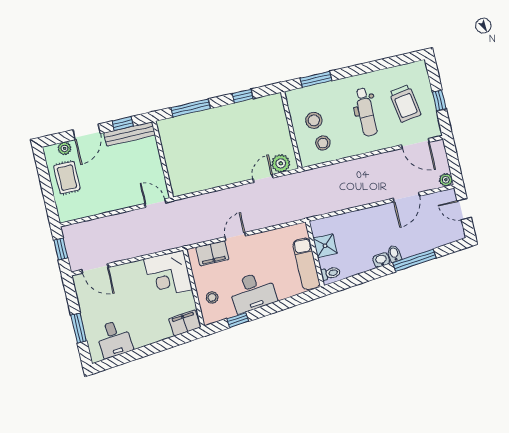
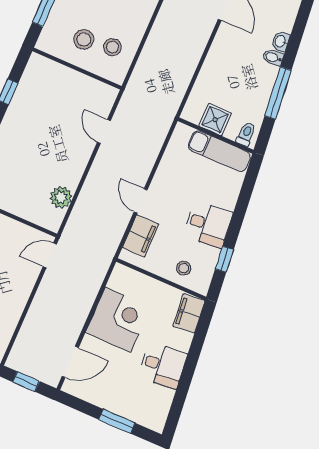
plant: (281, 163) -> (61, 197), moved
washbasin: (381, 260) -> (281, 41), moved
window: (414, 260) -> (278, 93), moved
corner desk: (168, 274) -> (118, 320), moved, turned -90
desk: (253, 292) -> (208, 224), width x0.73
desk: (114, 339) -> (163, 365), moved

